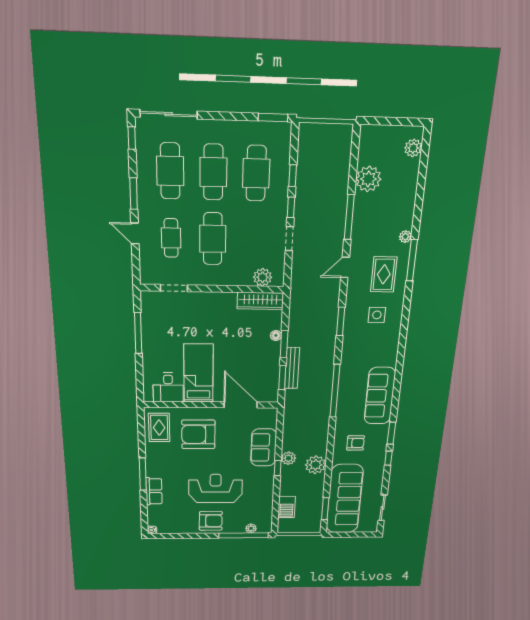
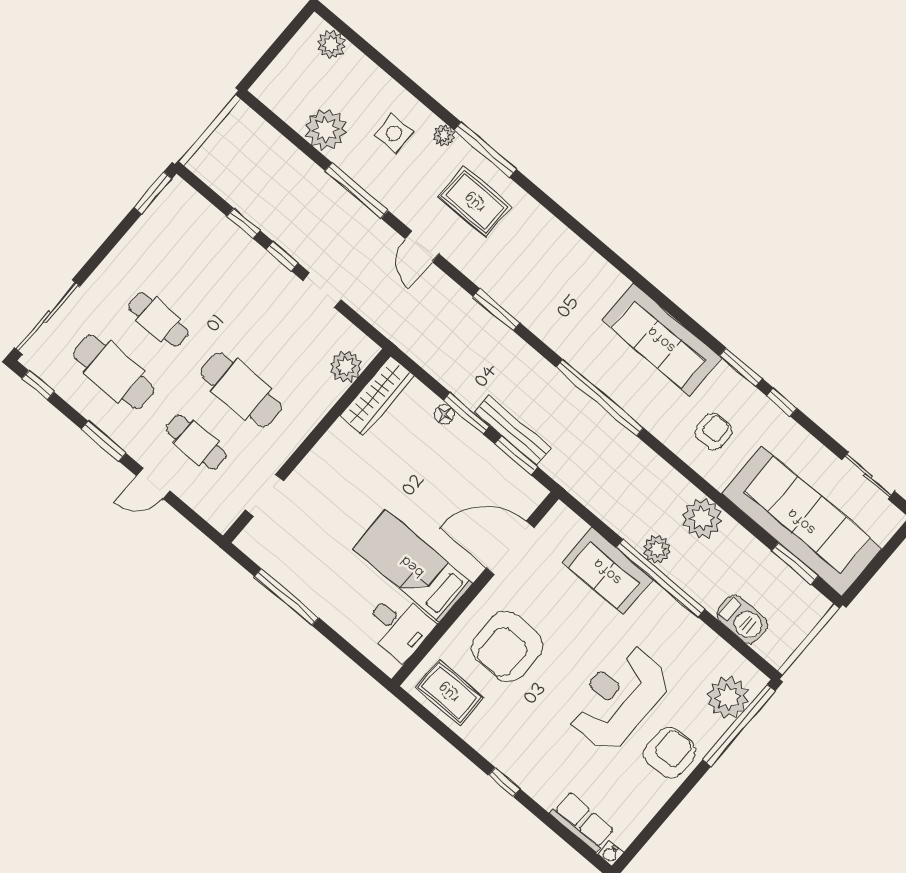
cafe table: (213, 172) -> (158, 319), width x0.73, depth x0.74
cafe table: (256, 173) -> (203, 267), removed
side table: (377, 315) -> (394, 133), moved
window: (278, 468) -> (660, 578), width x3.17
window: (143, 474) -> (504, 782), width x0.46
row of seats: (154, 491) -> (582, 822), moved
plant: (251, 528) -> (728, 697), width x1.88, depth x1.88

